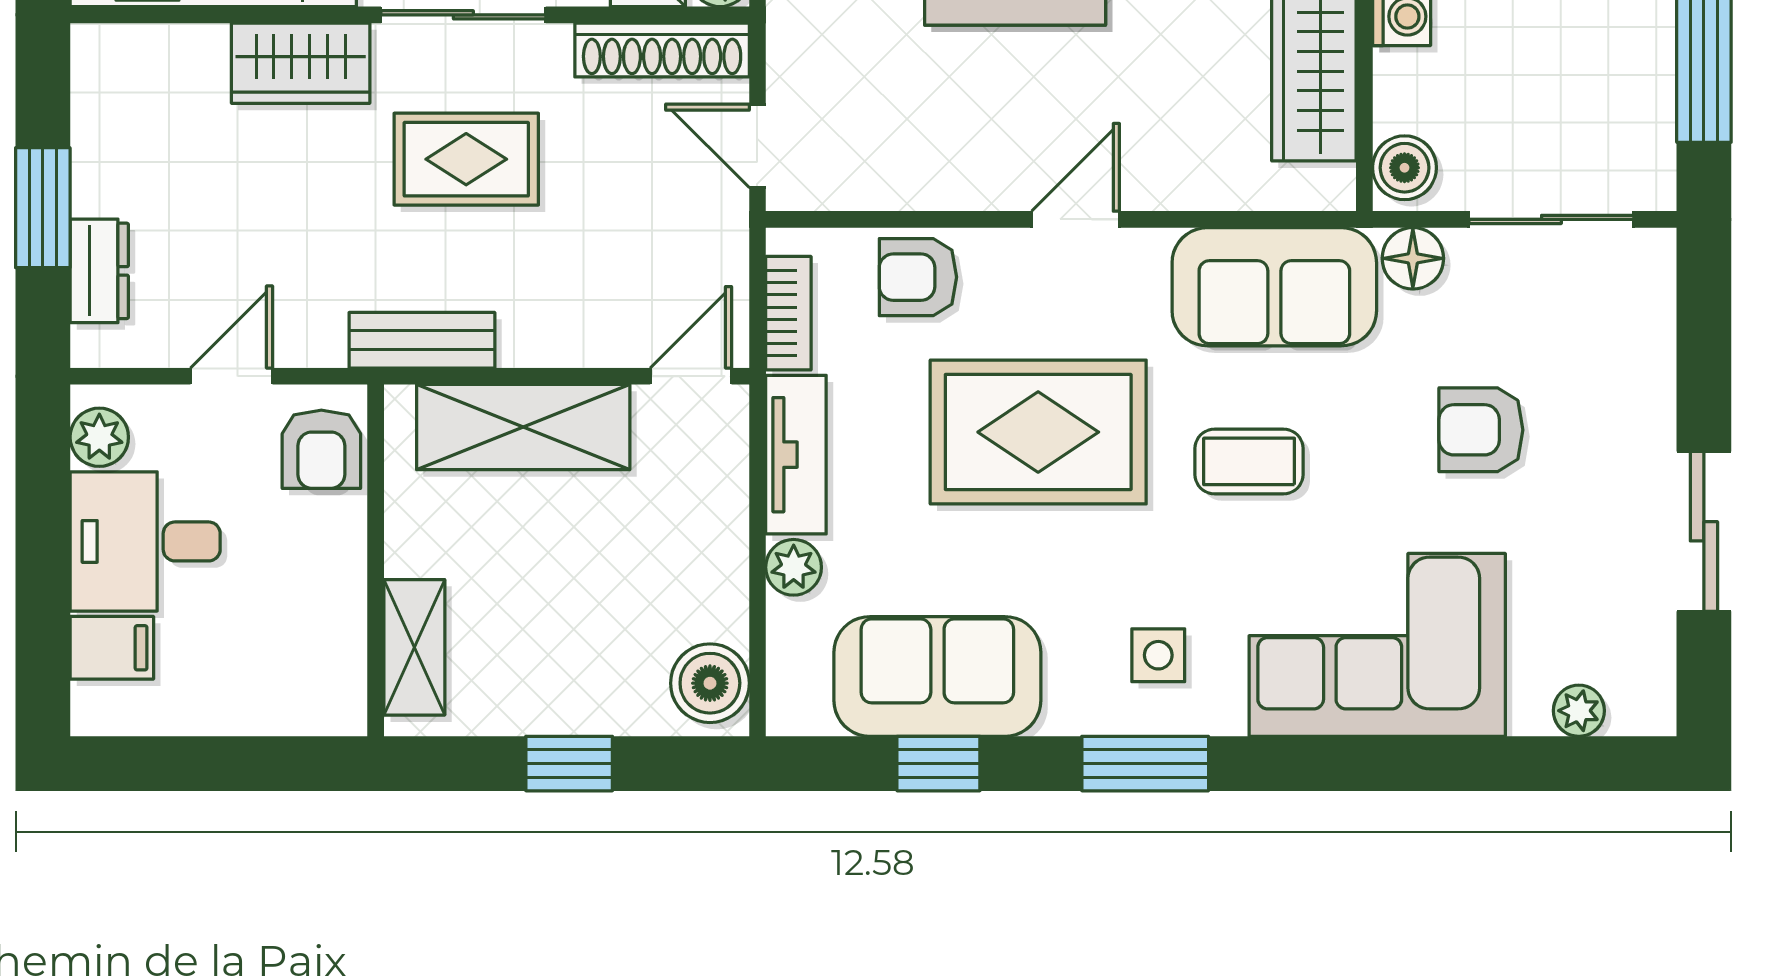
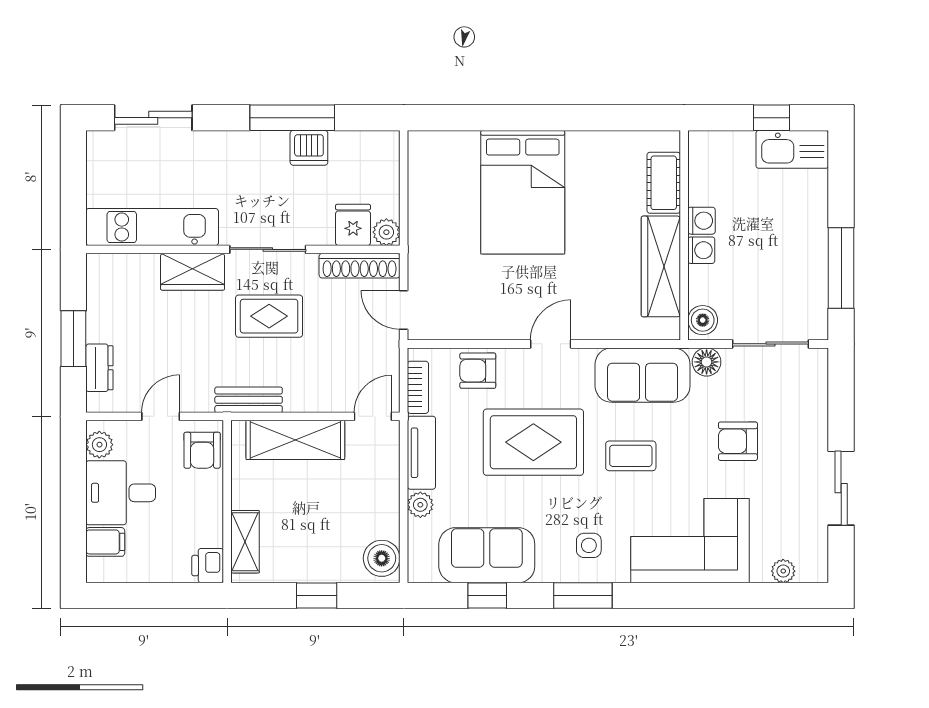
printer: (333, 699) -> (208, 566), added

